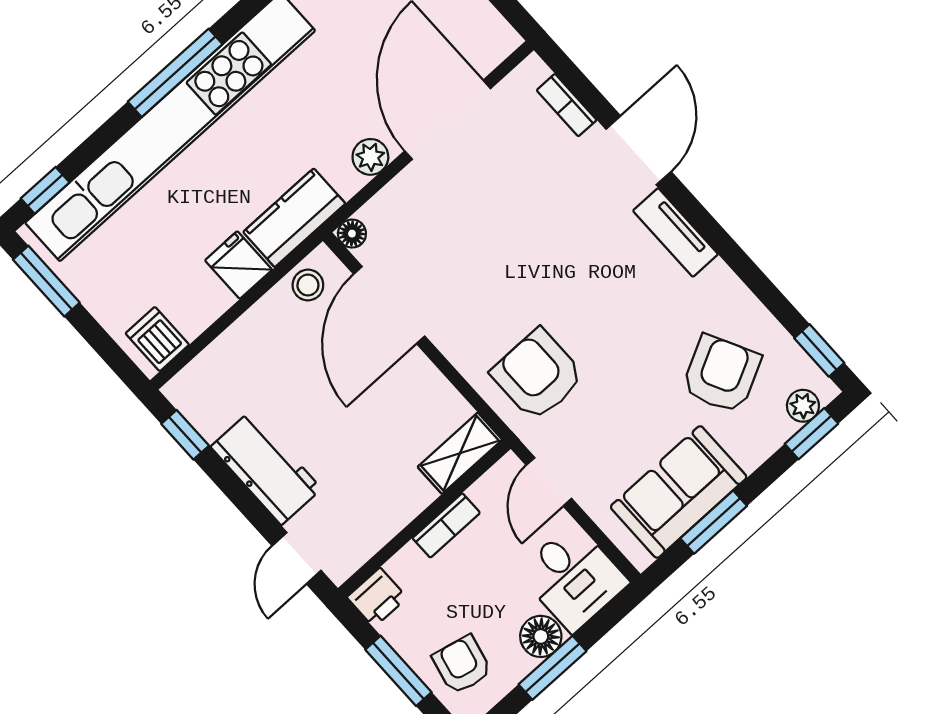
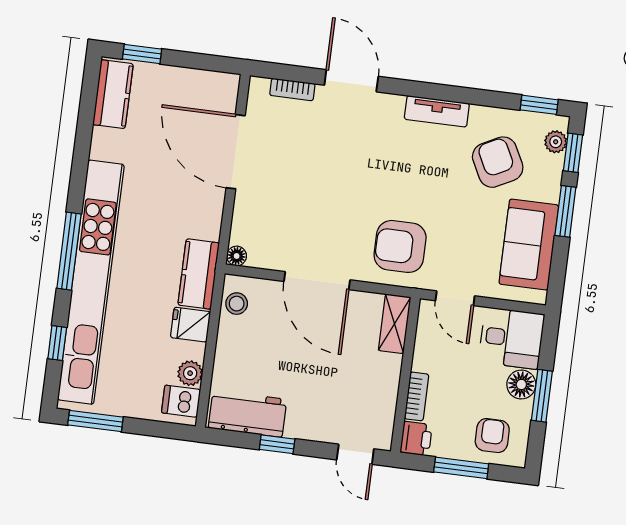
plant: (370, 157) -> (190, 373), moved
window: (45, 190) -> (57, 343), moved
tv unit: (675, 232) -> (437, 111), moved
door: (389, 305) -> (317, 281), moved
window: (185, 435) -> (277, 444), moved
workbench: (266, 468) -> (248, 414), moved
window: (714, 522) -> (565, 211), moved
bookcase: (446, 525) -> (417, 396), moved
armchair: (462, 665) -> (492, 436), turned 77

